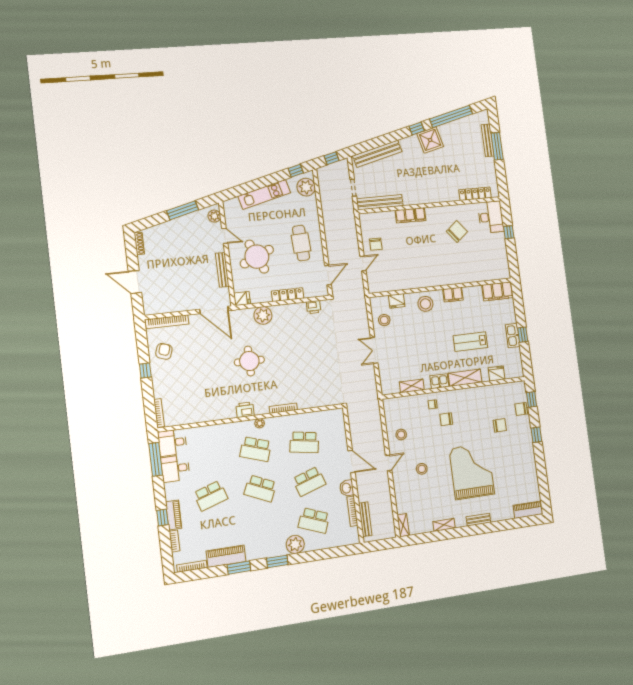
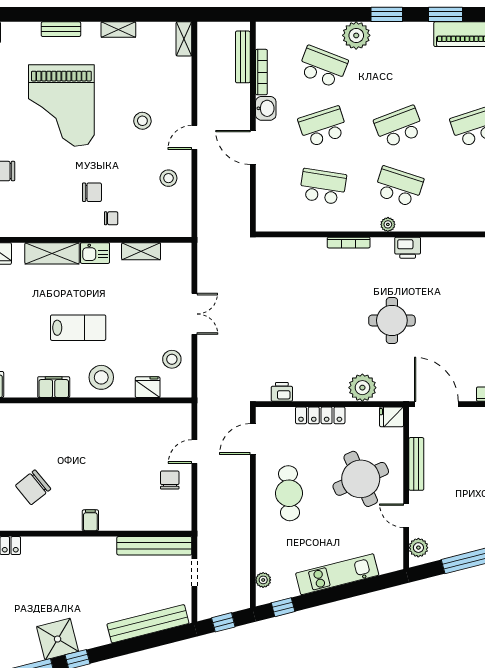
plant: (306, 187) -> (263, 580), width x0.53, depth x0.53
filing cabinet: (405, 216) -> (115, 521), removed
lab bench: (470, 342) -> (78, 328), moved
school desk: (260, 488) -> (399, 127), turned -45

